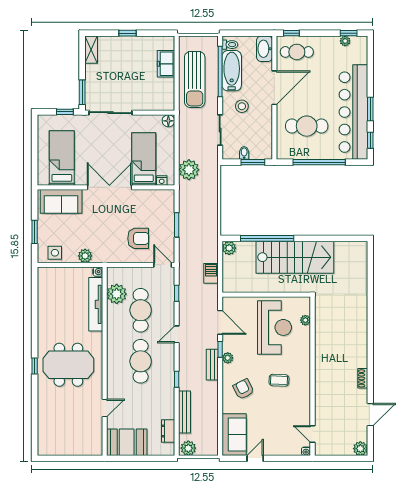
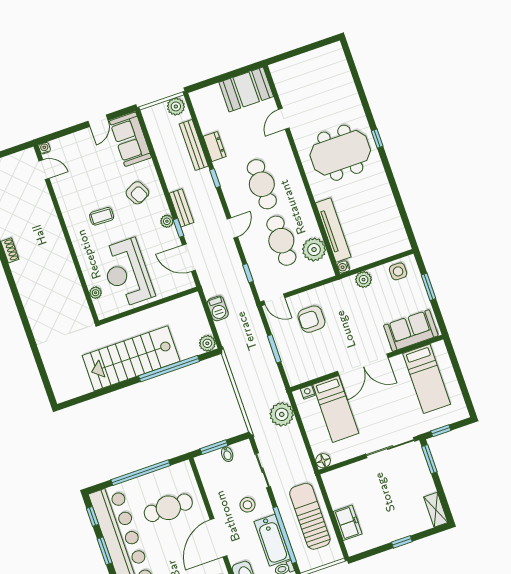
dresser: (168, 431) -> (215, 146), moved

